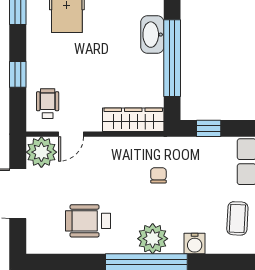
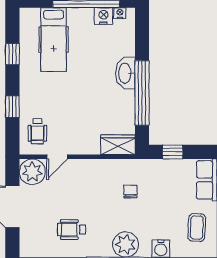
wheelchair: (48, 104) -> (37, 131), turned 180
wardrobe: (133, 120) -> (118, 145), width x0.67
wheelchair: (88, 221) -> (71, 230), width x0.73, depth x0.73

